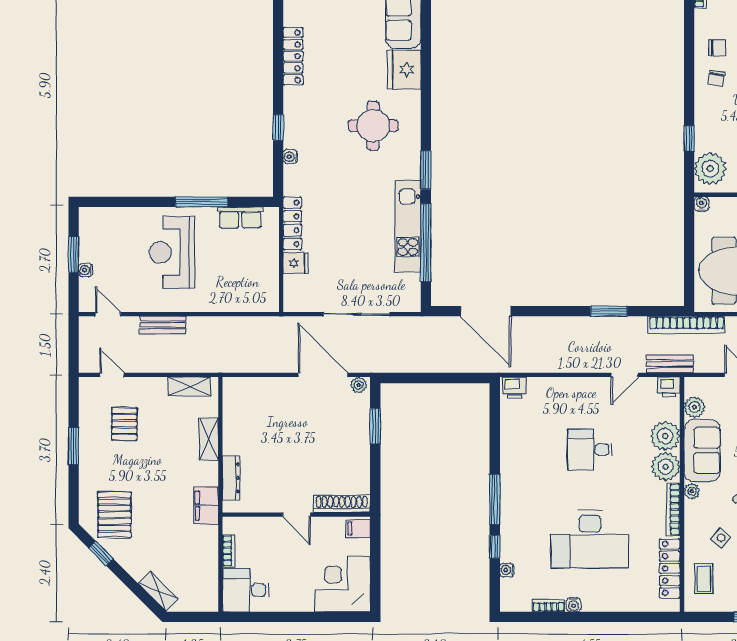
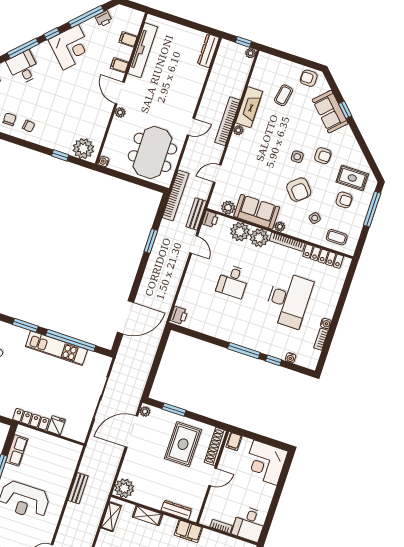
bench: (163, 325) -> (78, 488), moved
plant: (237, 392) -> (124, 488), added
rug: (330, 456) -> (183, 444), added

